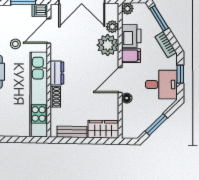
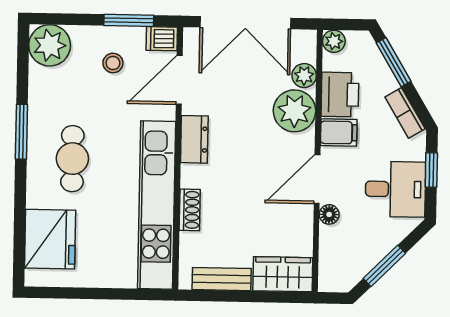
stool: (15, 44) -> (113, 63), moved
dresser: (57, 73) -> (194, 139), moved

